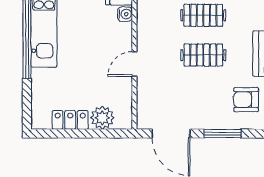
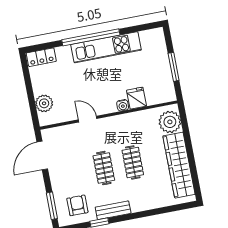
locker: (70, 120) -> (41, 57), moved, turned 90
window: (222, 134) -> (52, 206), moved

